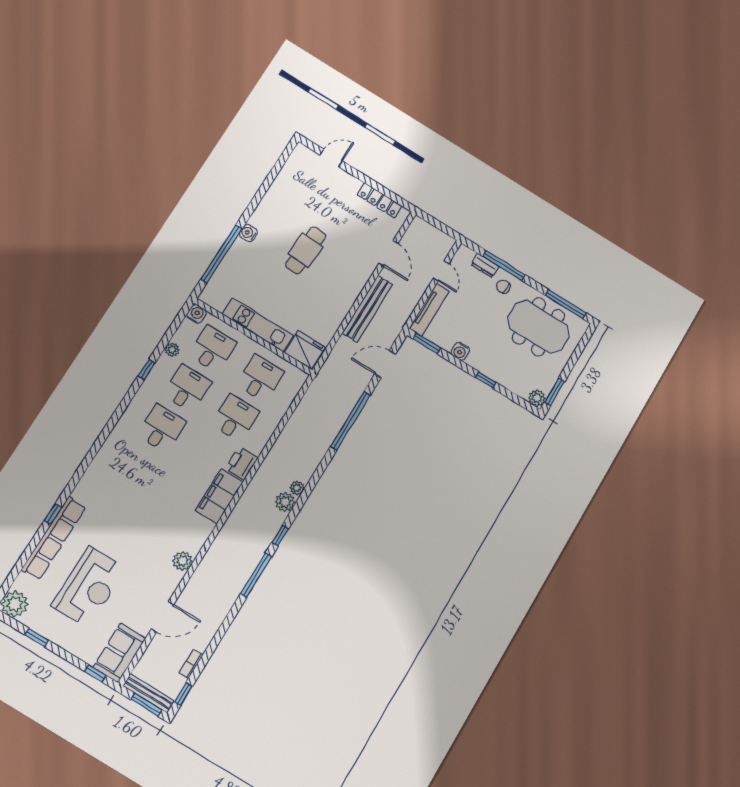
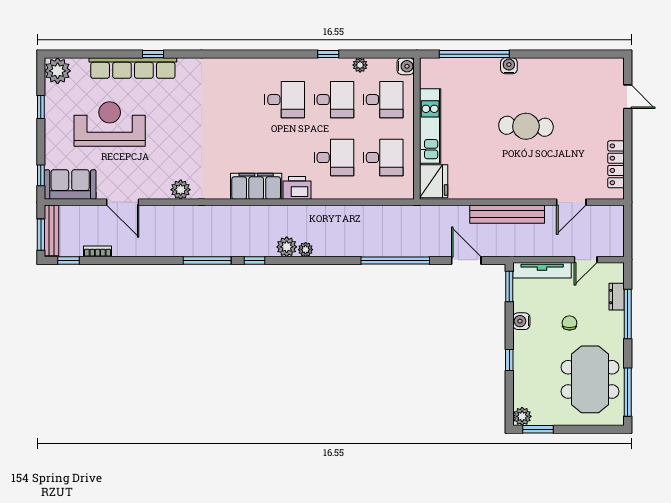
chair: (503, 287) -> (569, 323), moved
reception desk: (89, 587) -> (110, 124), turned 180

